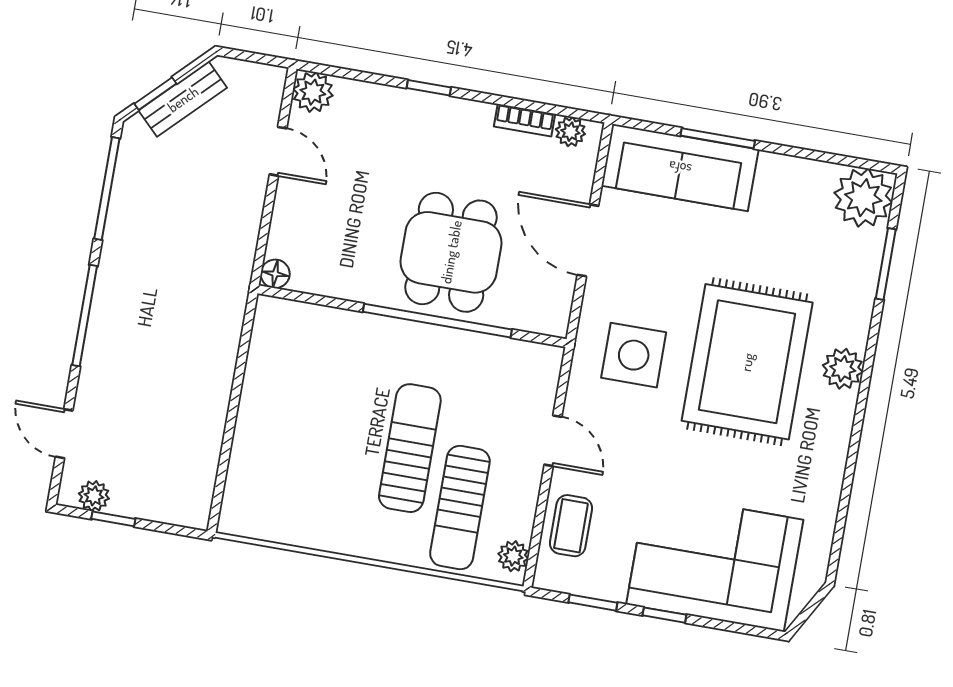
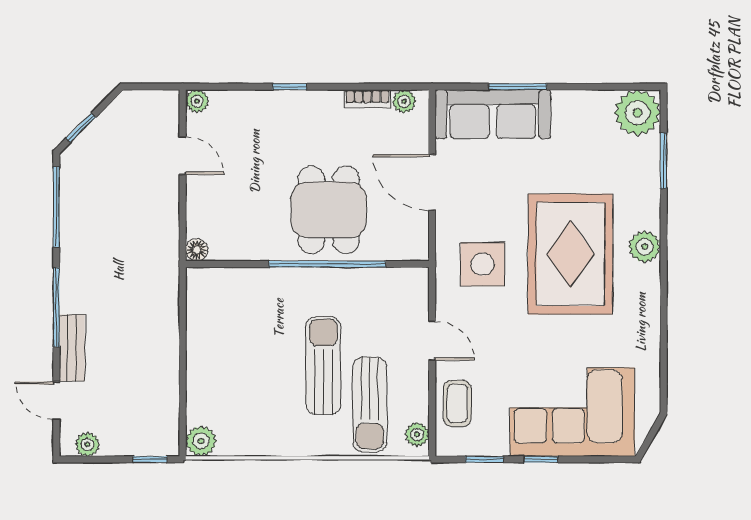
plant: (313, 92) -> (197, 101), width x0.73, depth x0.73
bench: (183, 99) -> (72, 348), moved, turned -45
plant: (238, 517) -> (201, 441), added
window: (113, 519) -> (150, 459), moved

